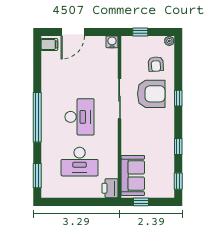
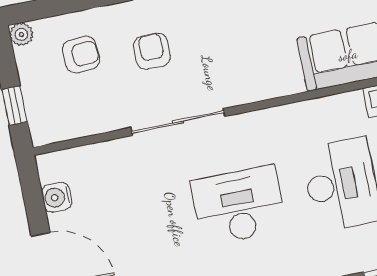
water cooler: (112, 42) -> (57, 197), moved
armchair: (151, 94) -> (152, 51), width x0.53, depth x0.53

